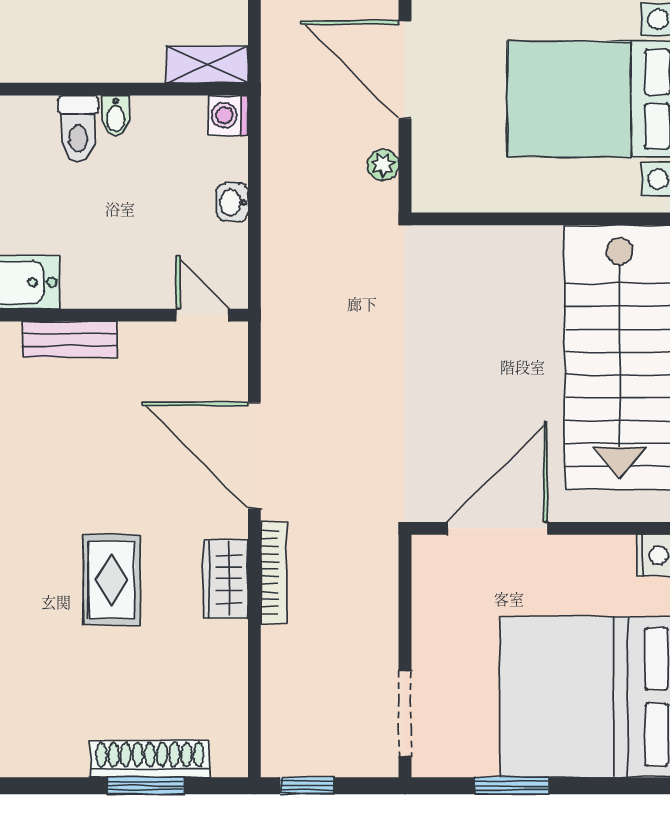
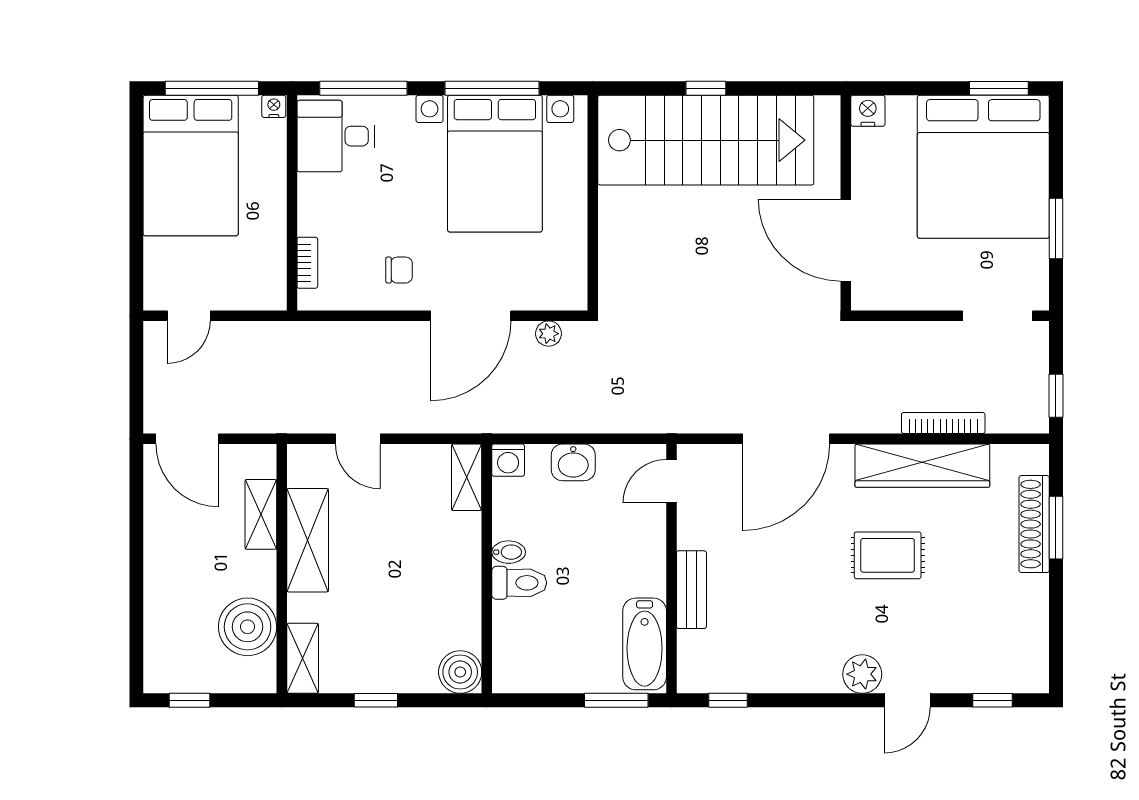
washbasin: (232, 202) -> (573, 462), width x1.38, depth x1.45
bookcase: (274, 573) -> (943, 423), moved
wardrobe: (225, 579) -> (922, 466), width x2.10, depth x1.17

